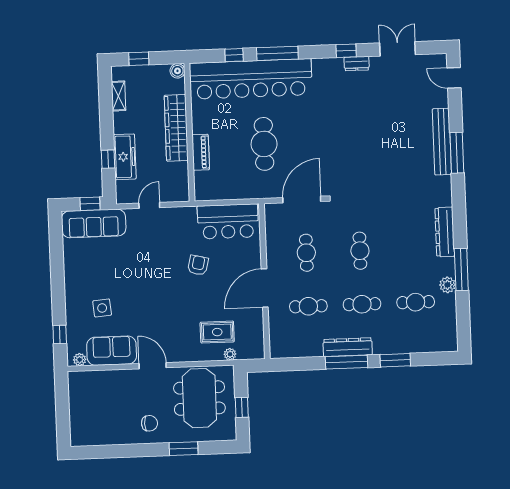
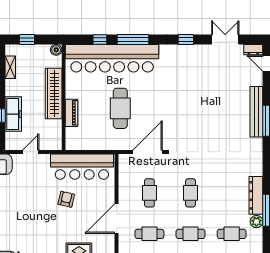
dresser: (357, 64) -> (253, 50), moved
bar counter: (228, 221) -> (82, 167), width x1.36
dresser: (445, 232) -> (256, 195), moved

